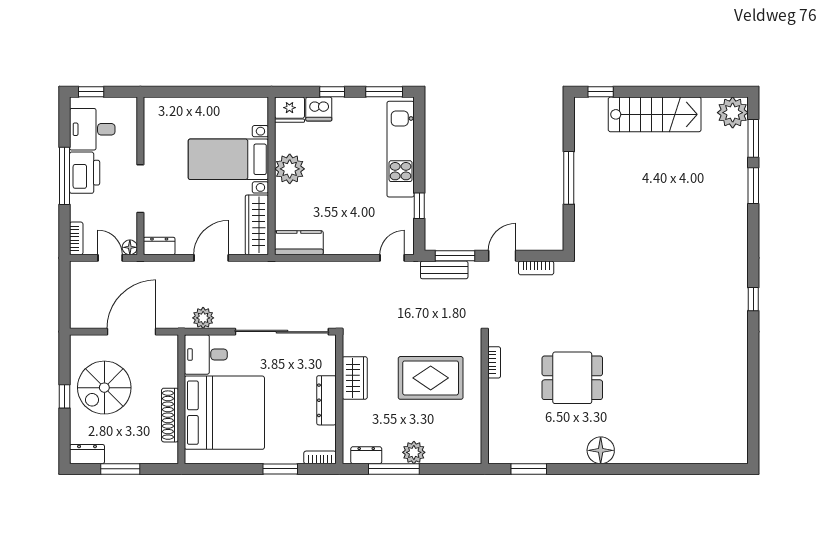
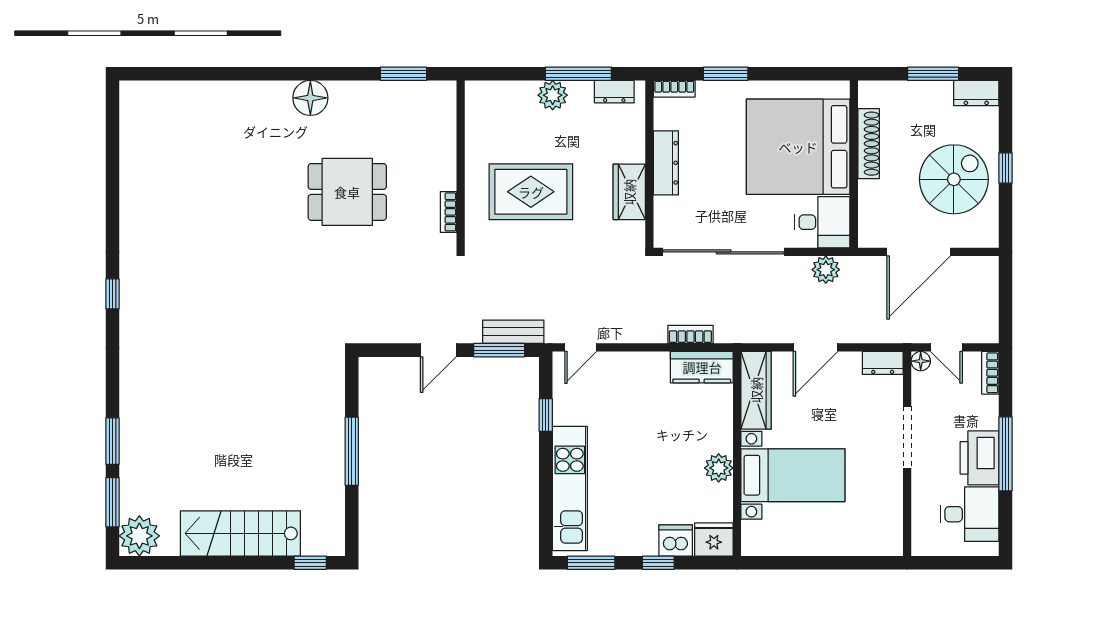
window: (91, 92) -> (971, 563), removed
plant: (290, 169) -> (719, 468), width x0.73, depth x0.73
bookcase: (536, 268) -> (690, 334), moved

